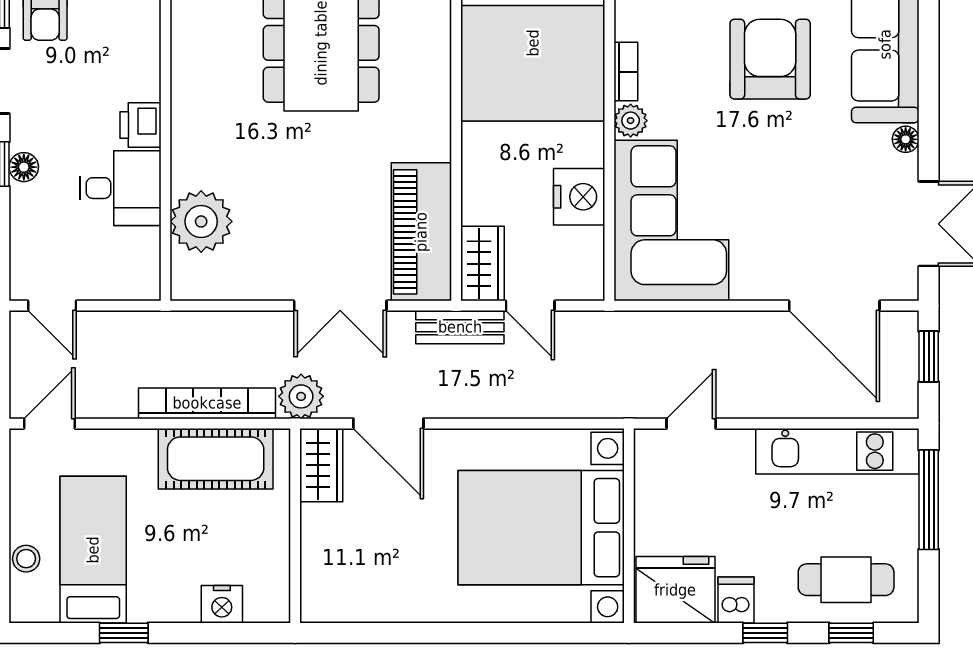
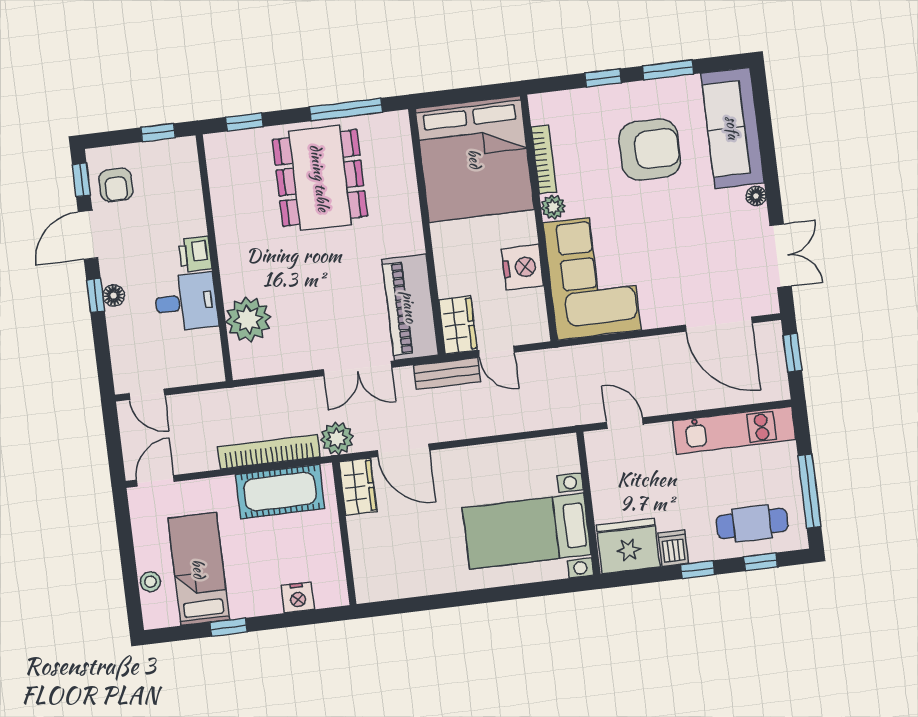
armchair: (770, 59) -> (650, 150), turned 90
bookcase: (626, 72) -> (544, 159), width x1.56
door: (691, 424) -> (625, 423), hinge flipped
window: (929, 500) -> (809, 491), moved
bed with nightstands: (541, 528) -> (527, 531), width x0.73

